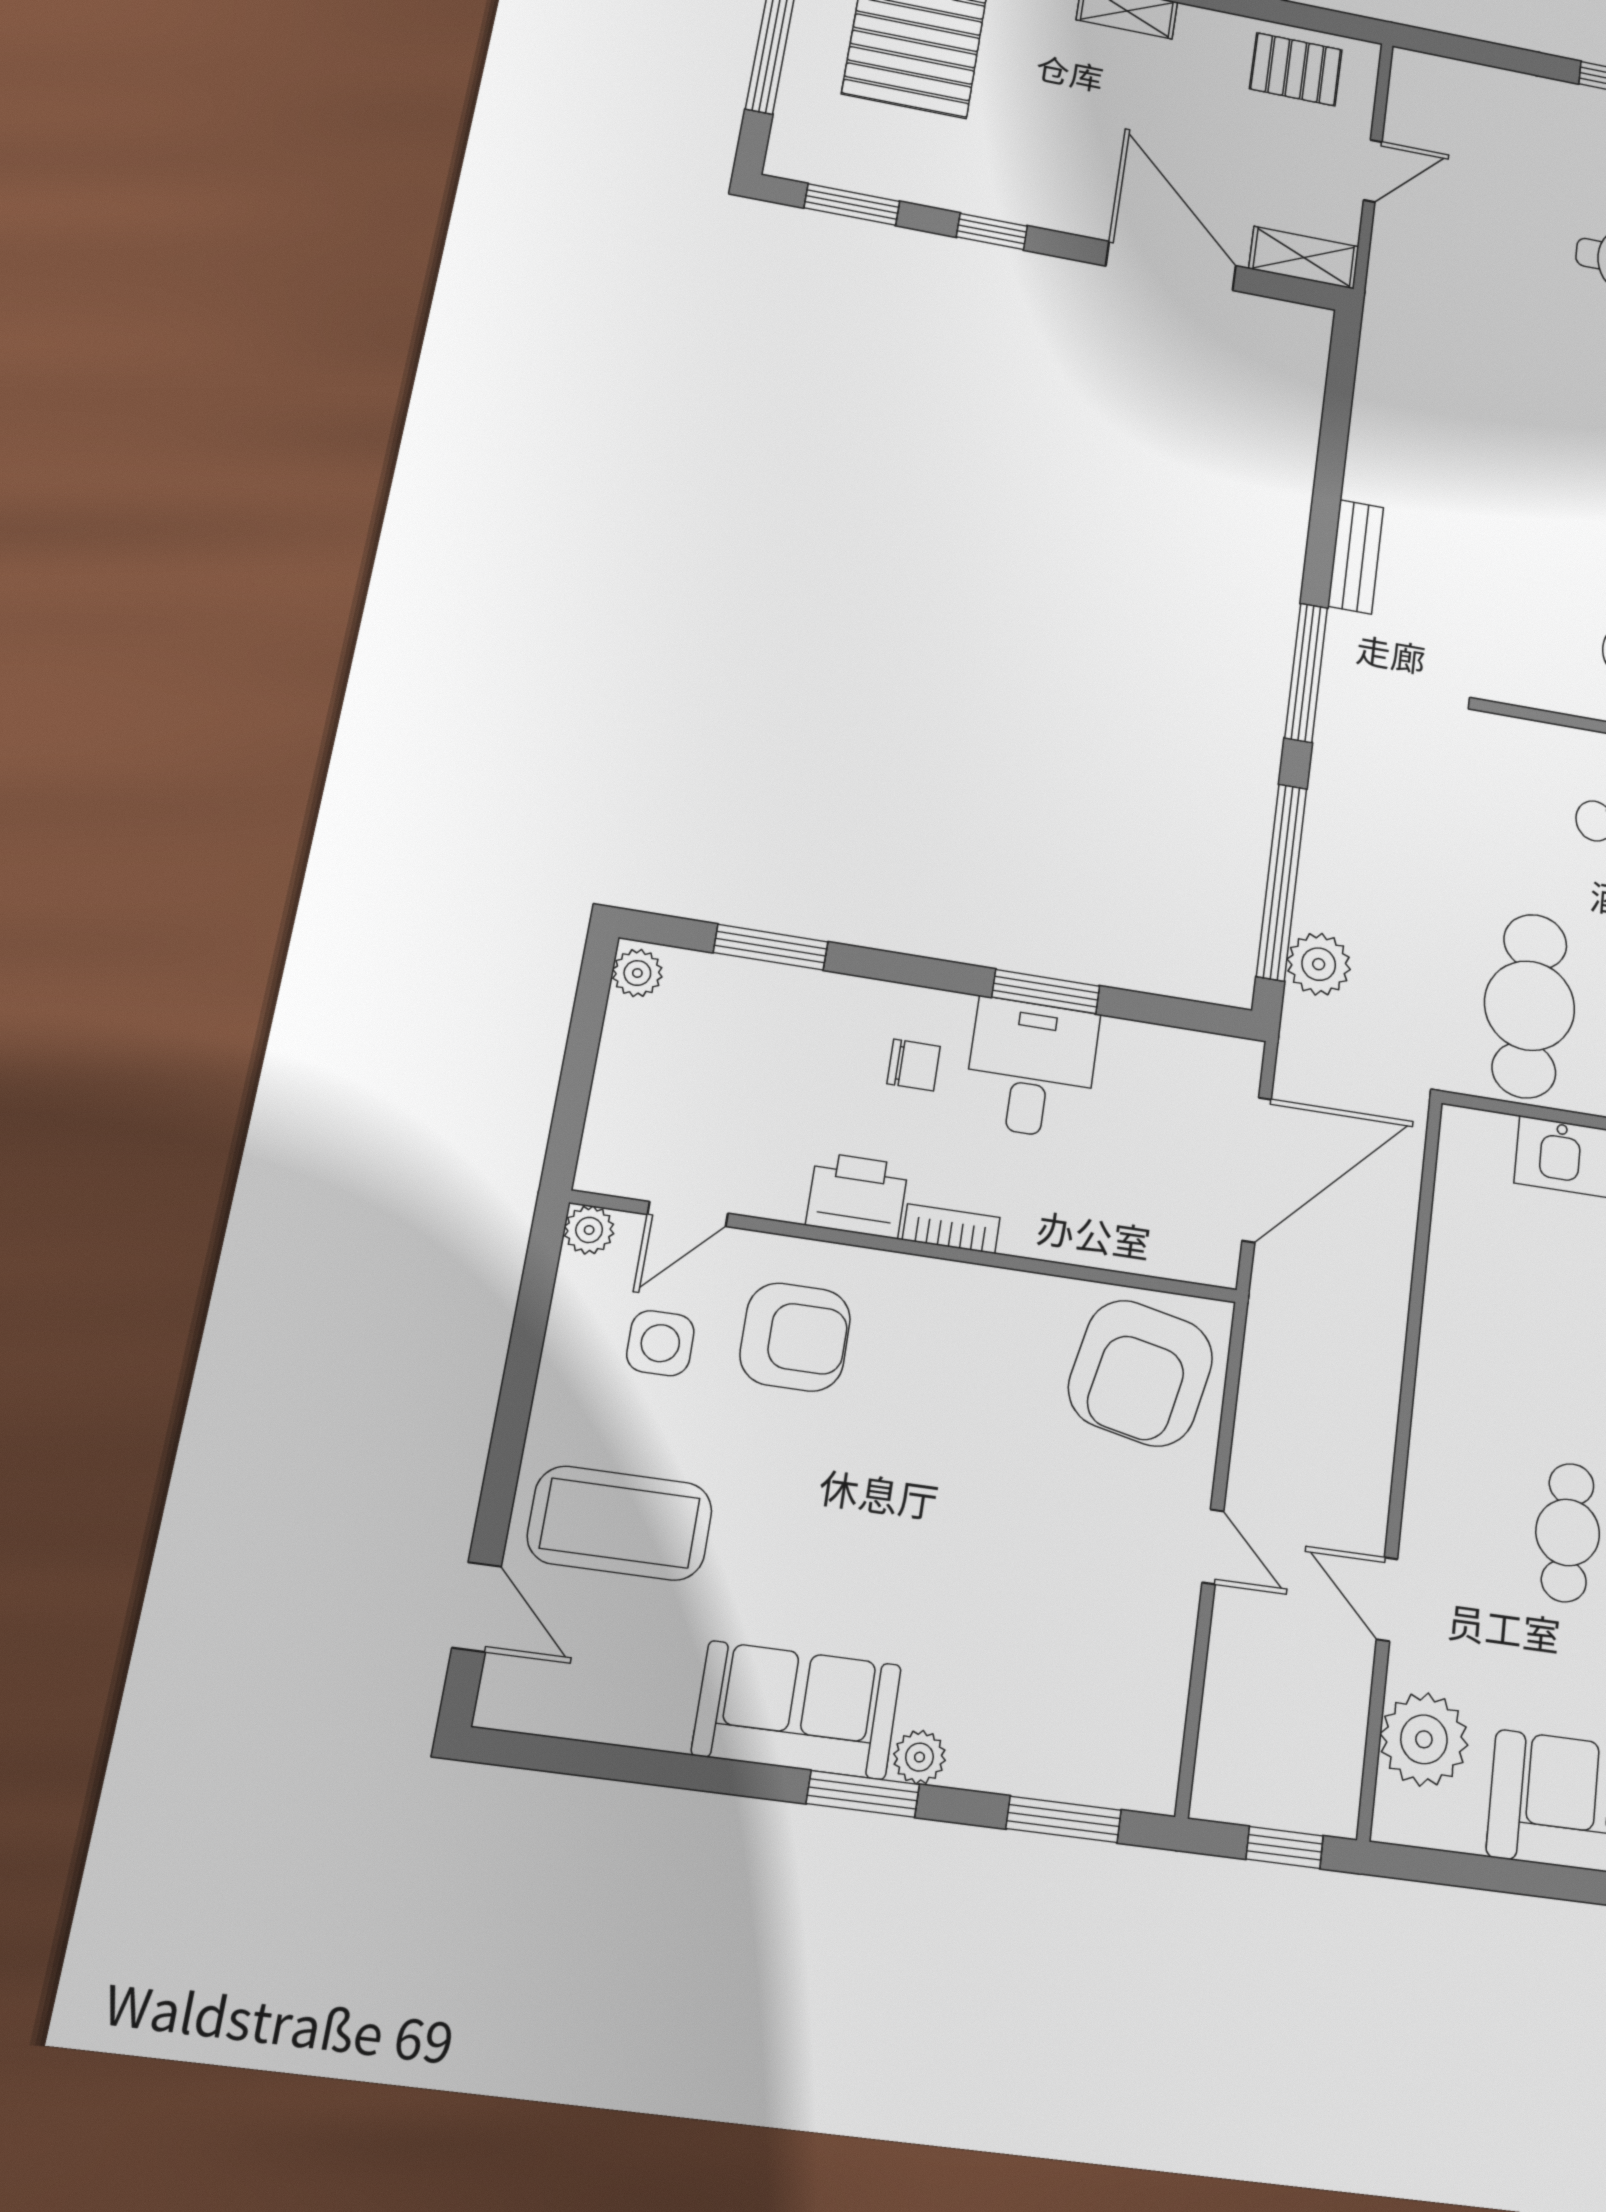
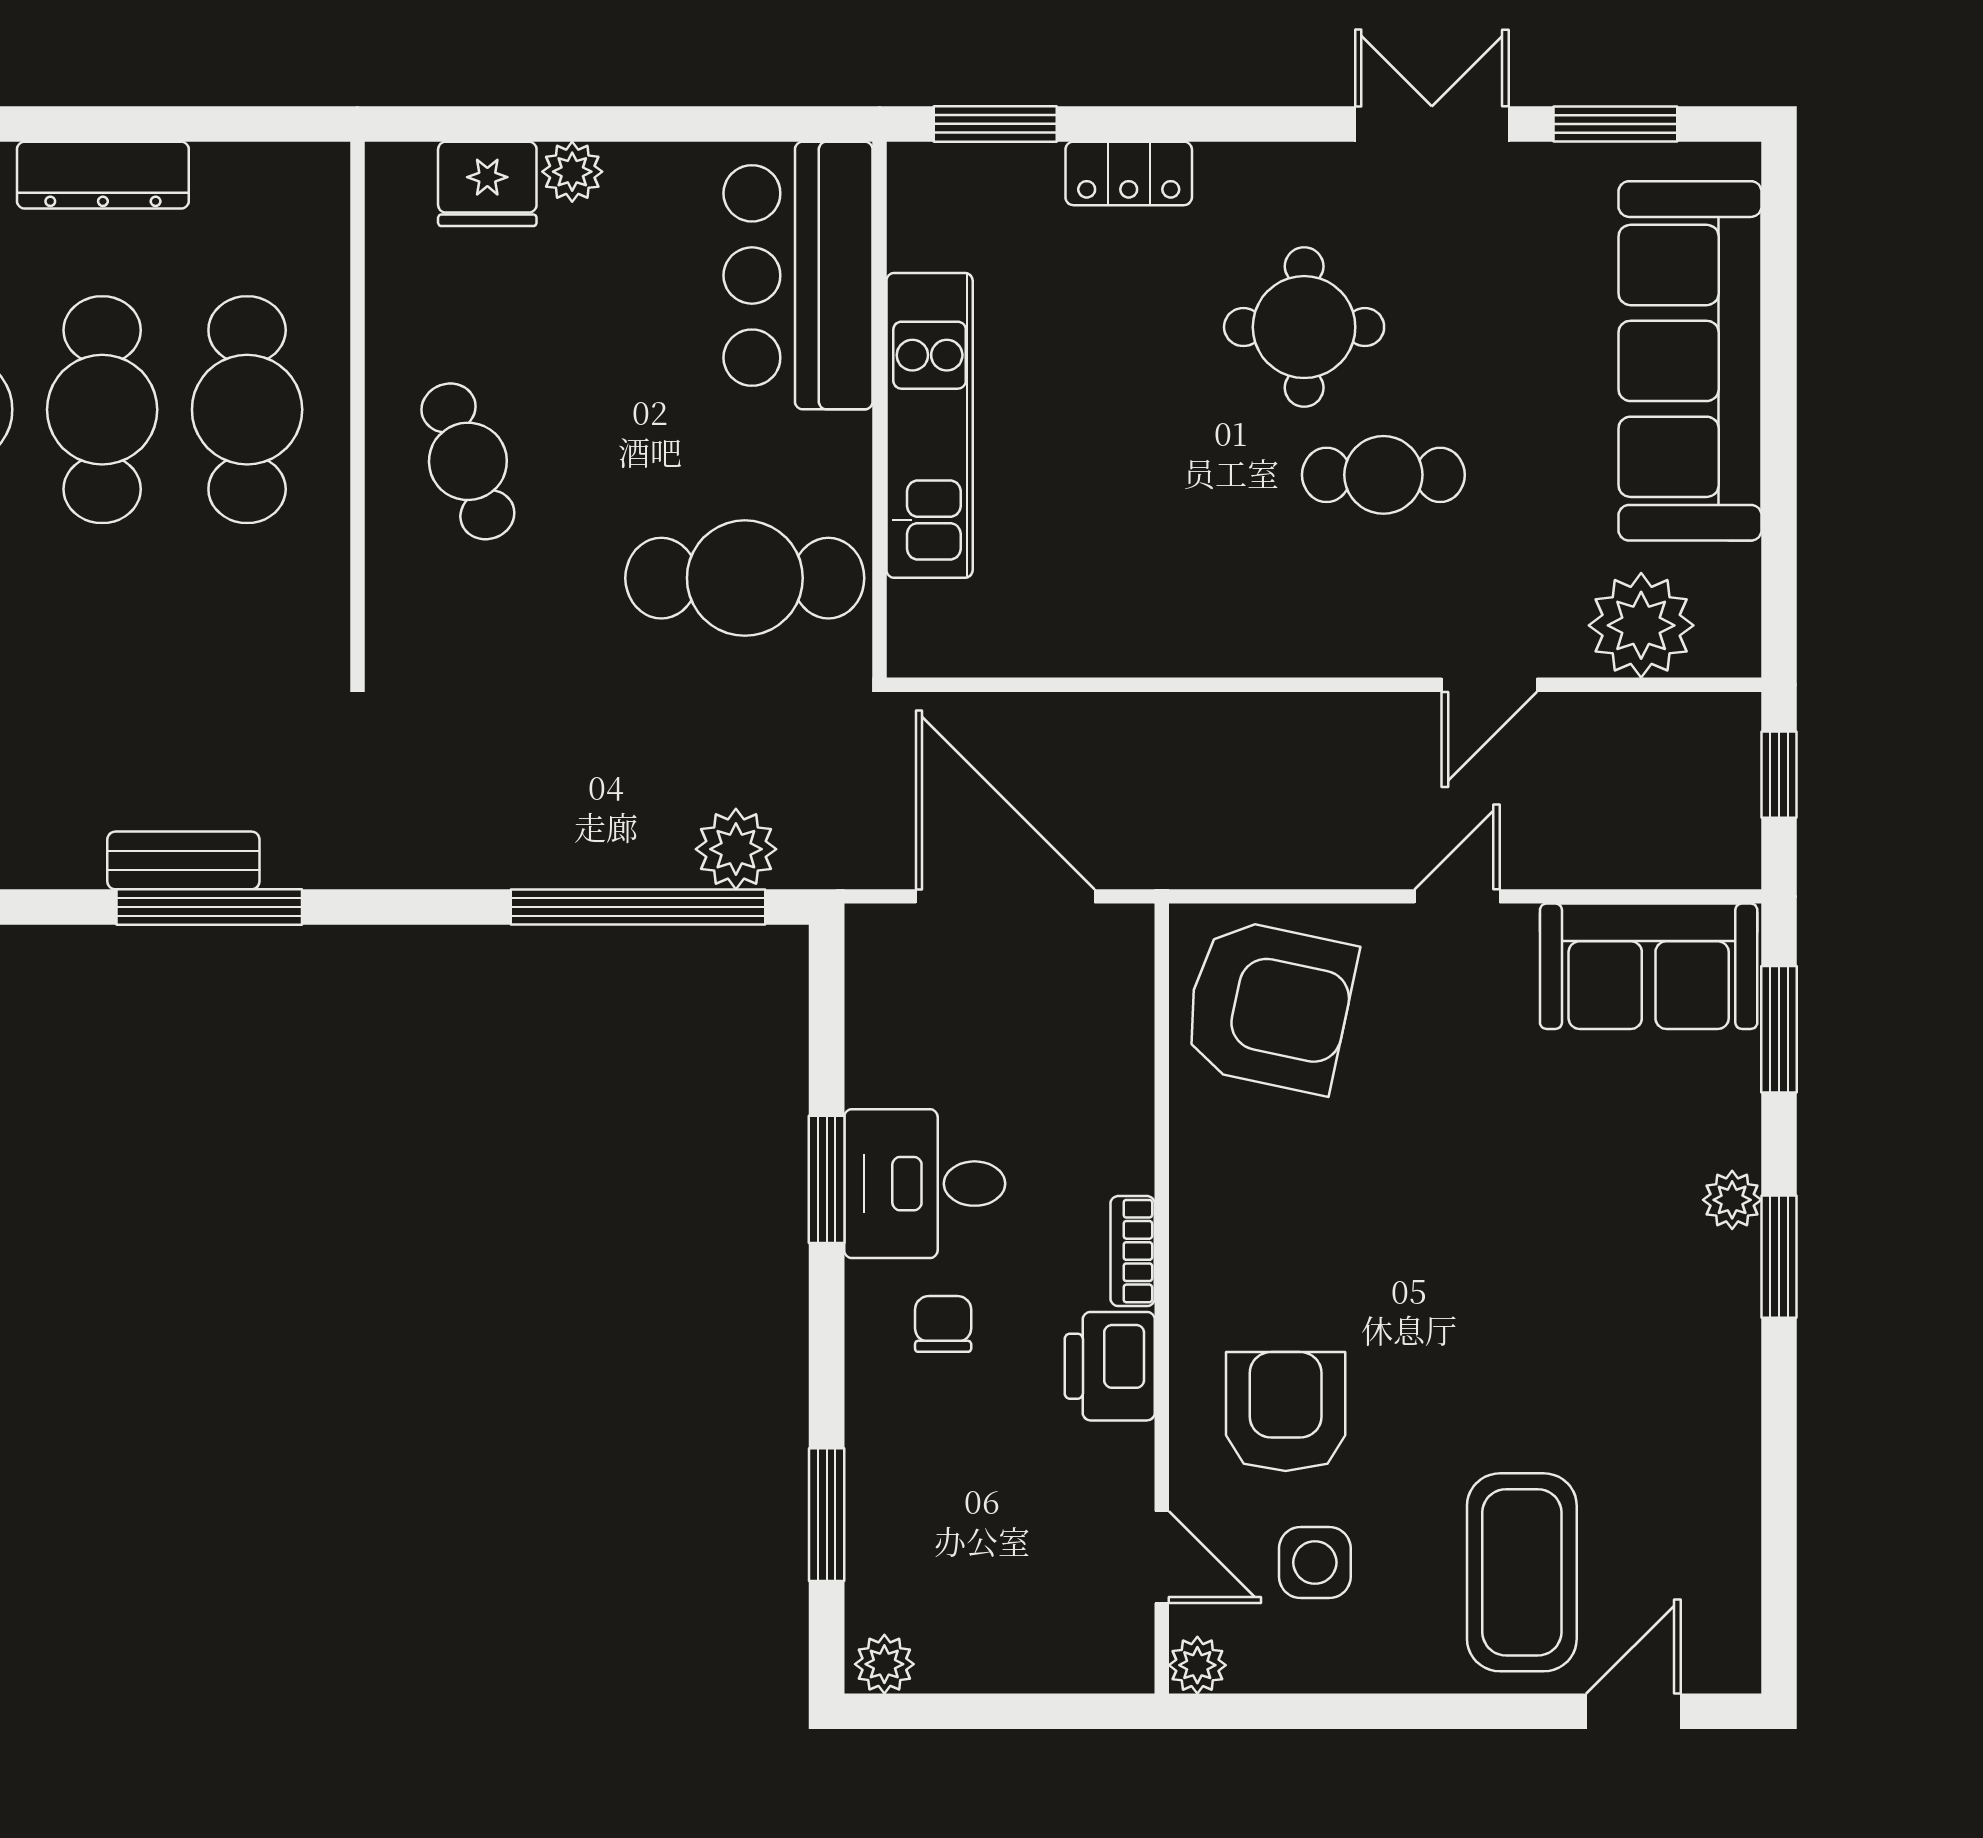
window: (1306, 673) -> (209, 907), moved
sofa: (797, 1710) -> (1649, 966), moved, turned -90

